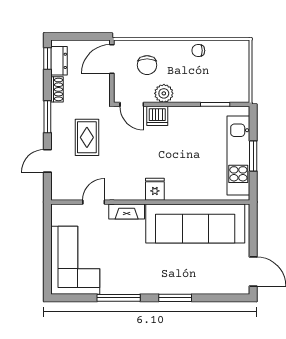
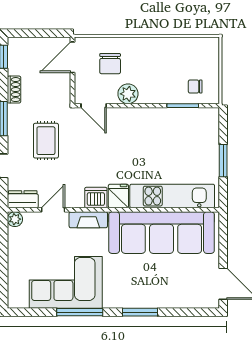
chair: (198, 51) -> (195, 87), moved
dresser: (59, 61) -> (23, 199), moved, turned -90
dishwasher: (157, 116) -> (96, 198), moved, turned 180
kitchen unit: (238, 156) -> (172, 196), moved, turned 90
plant: (58, 211) -> (15, 219), added
corner sofa: (75, 260) -> (66, 282), moved, turned -90

